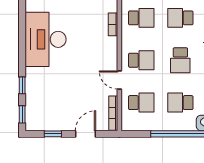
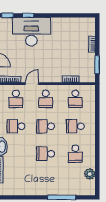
school desk: (180, 18) -> (75, 126), turned -90
desk: (46, 39) -> (31, 32), moved
school desk: (180, 103) -> (16, 126), turned -90

